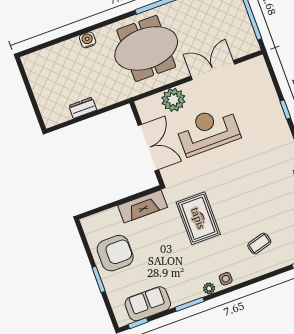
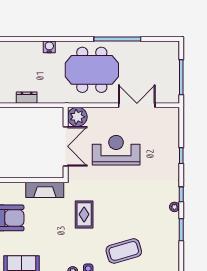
plant: (173, 100) -> (77, 117), moved
rug: (198, 218) -> (84, 214), width x0.73, depth x0.70
coffee table: (259, 244) -> (124, 251), width x1.86, depth x1.72

